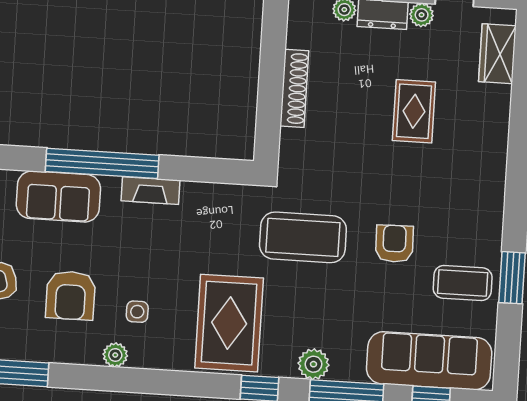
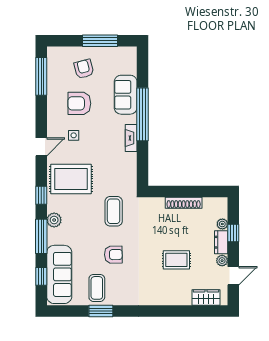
coffee table: (303, 237) -> (114, 211), width x0.73, depth x0.76
plant: (115, 355) -> (53, 126), removed
door: (157, 382) -> (41, 147), added

